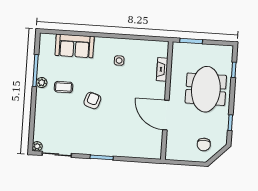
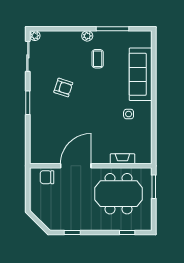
sofa: (75, 46) -> (141, 74), width x1.36
plant: (42, 83) -> (87, 36), moved
meeting table: (206, 89) -> (119, 194), moved
armchair: (92, 100) -> (63, 88), moved
chair: (204, 145) -> (47, 177), moved

